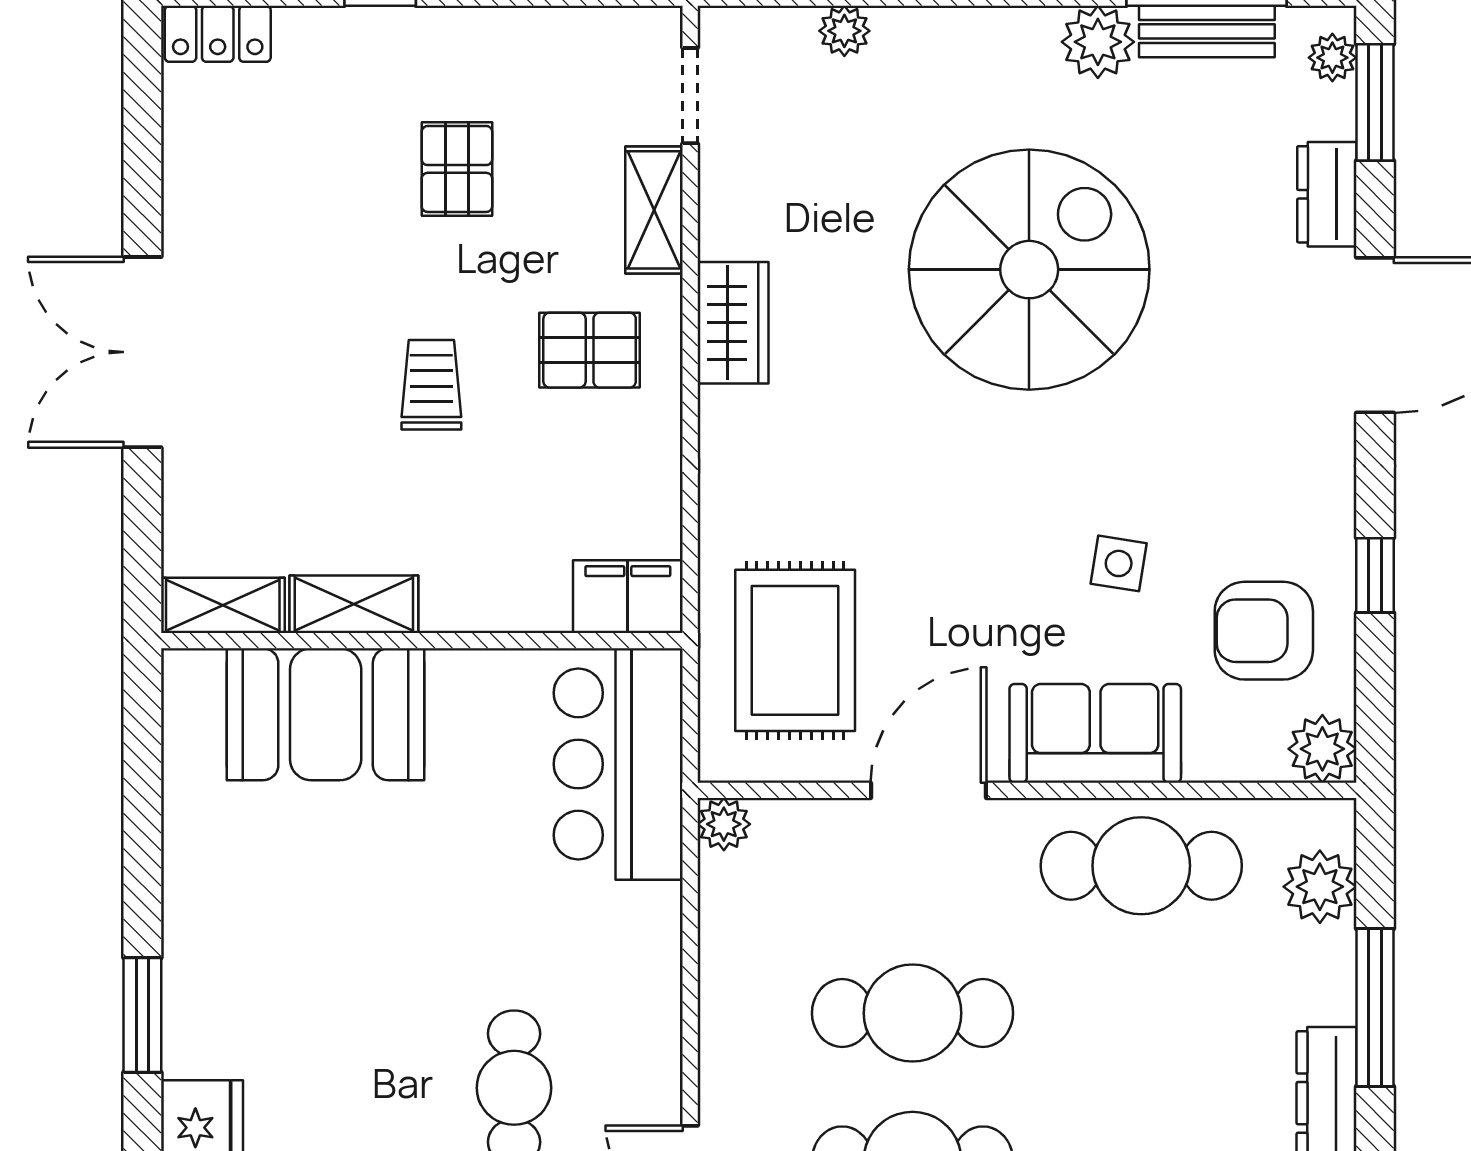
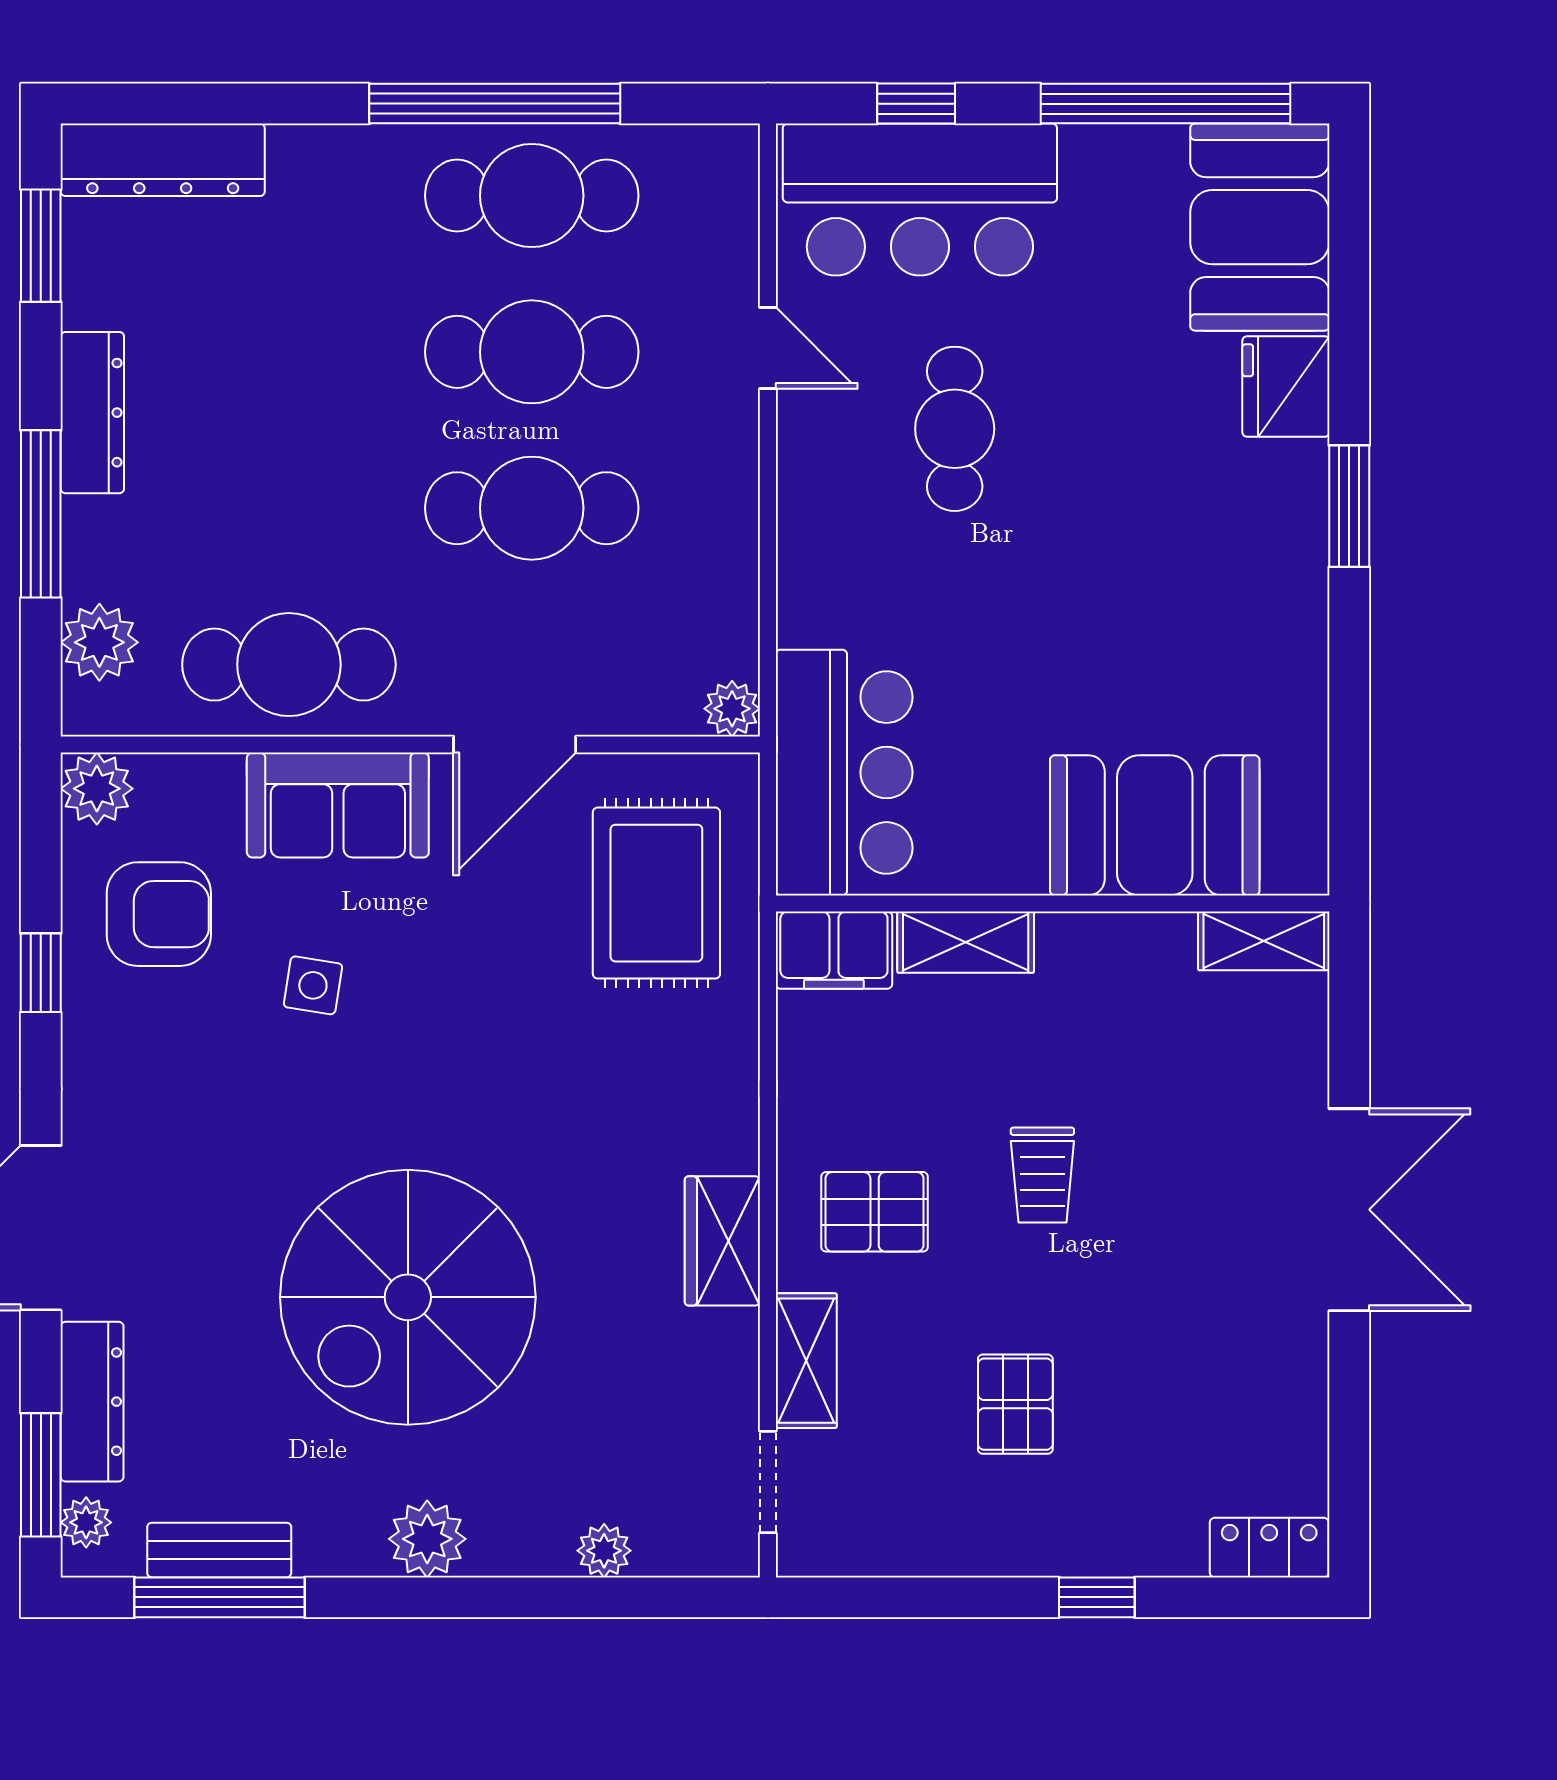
plant: (1098, 42) -> (427, 1539), moved
dresser: (1327, 194) -> (92, 1402), width x1.44
shelving: (354, 604) -> (966, 942), moved

